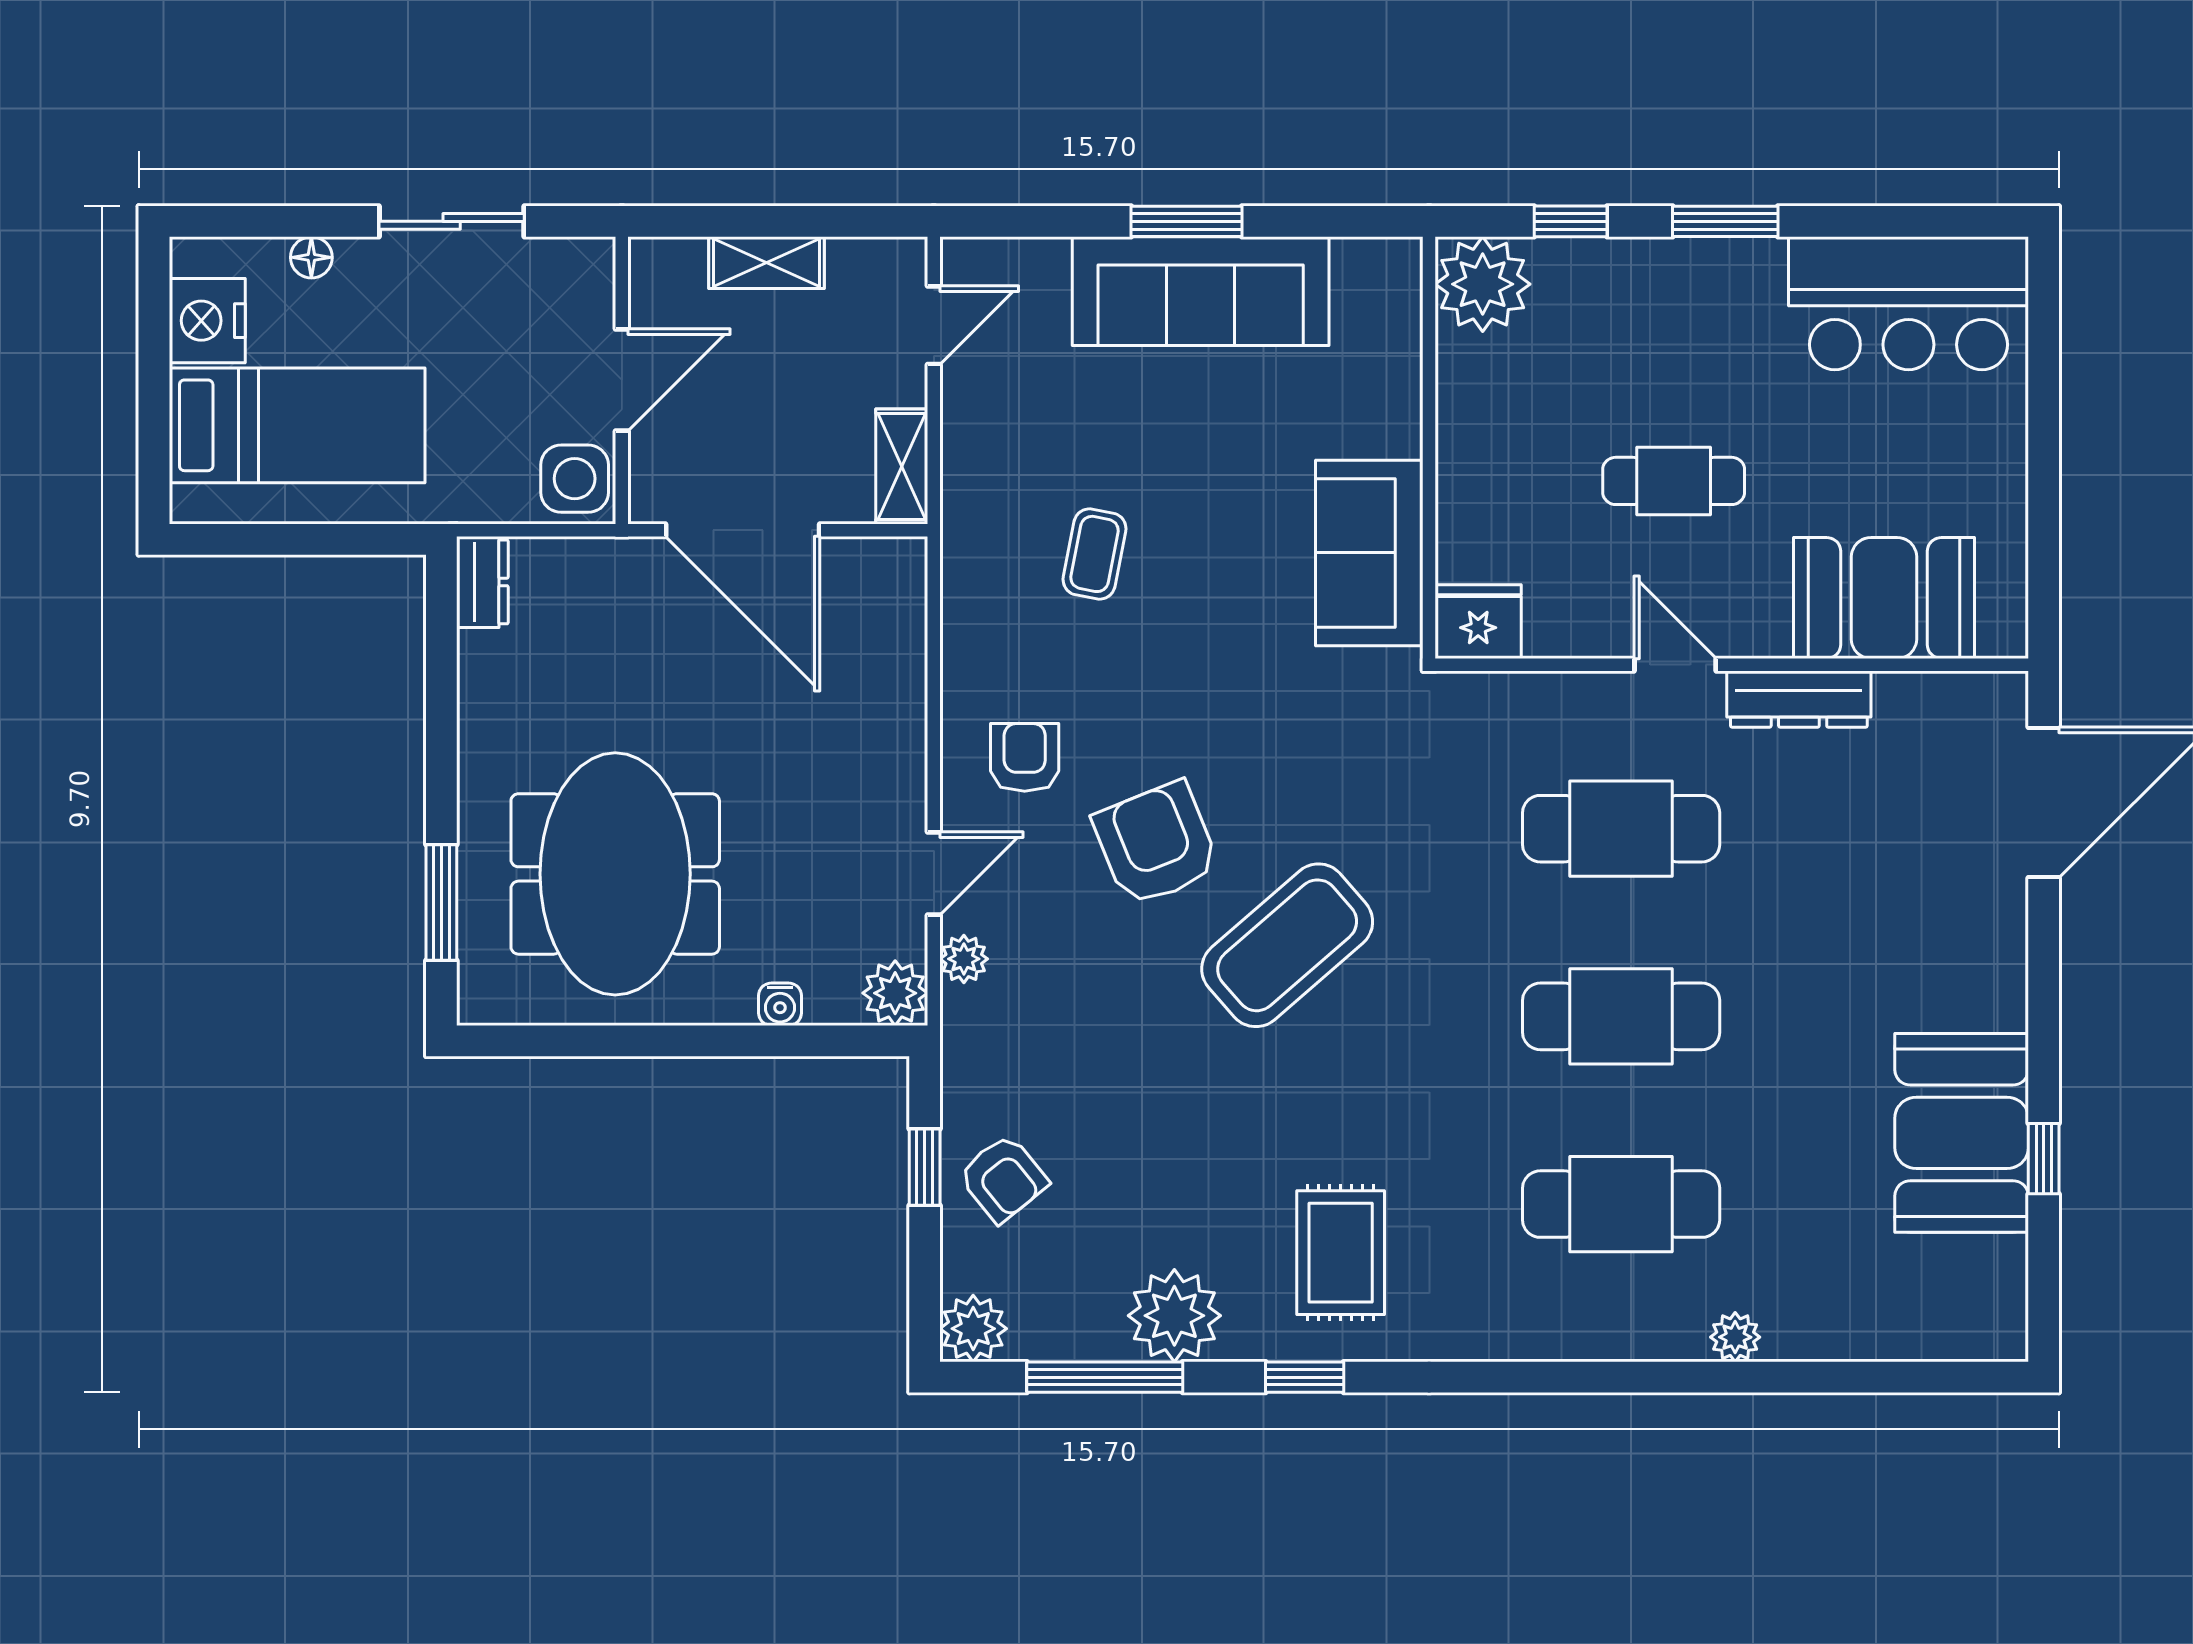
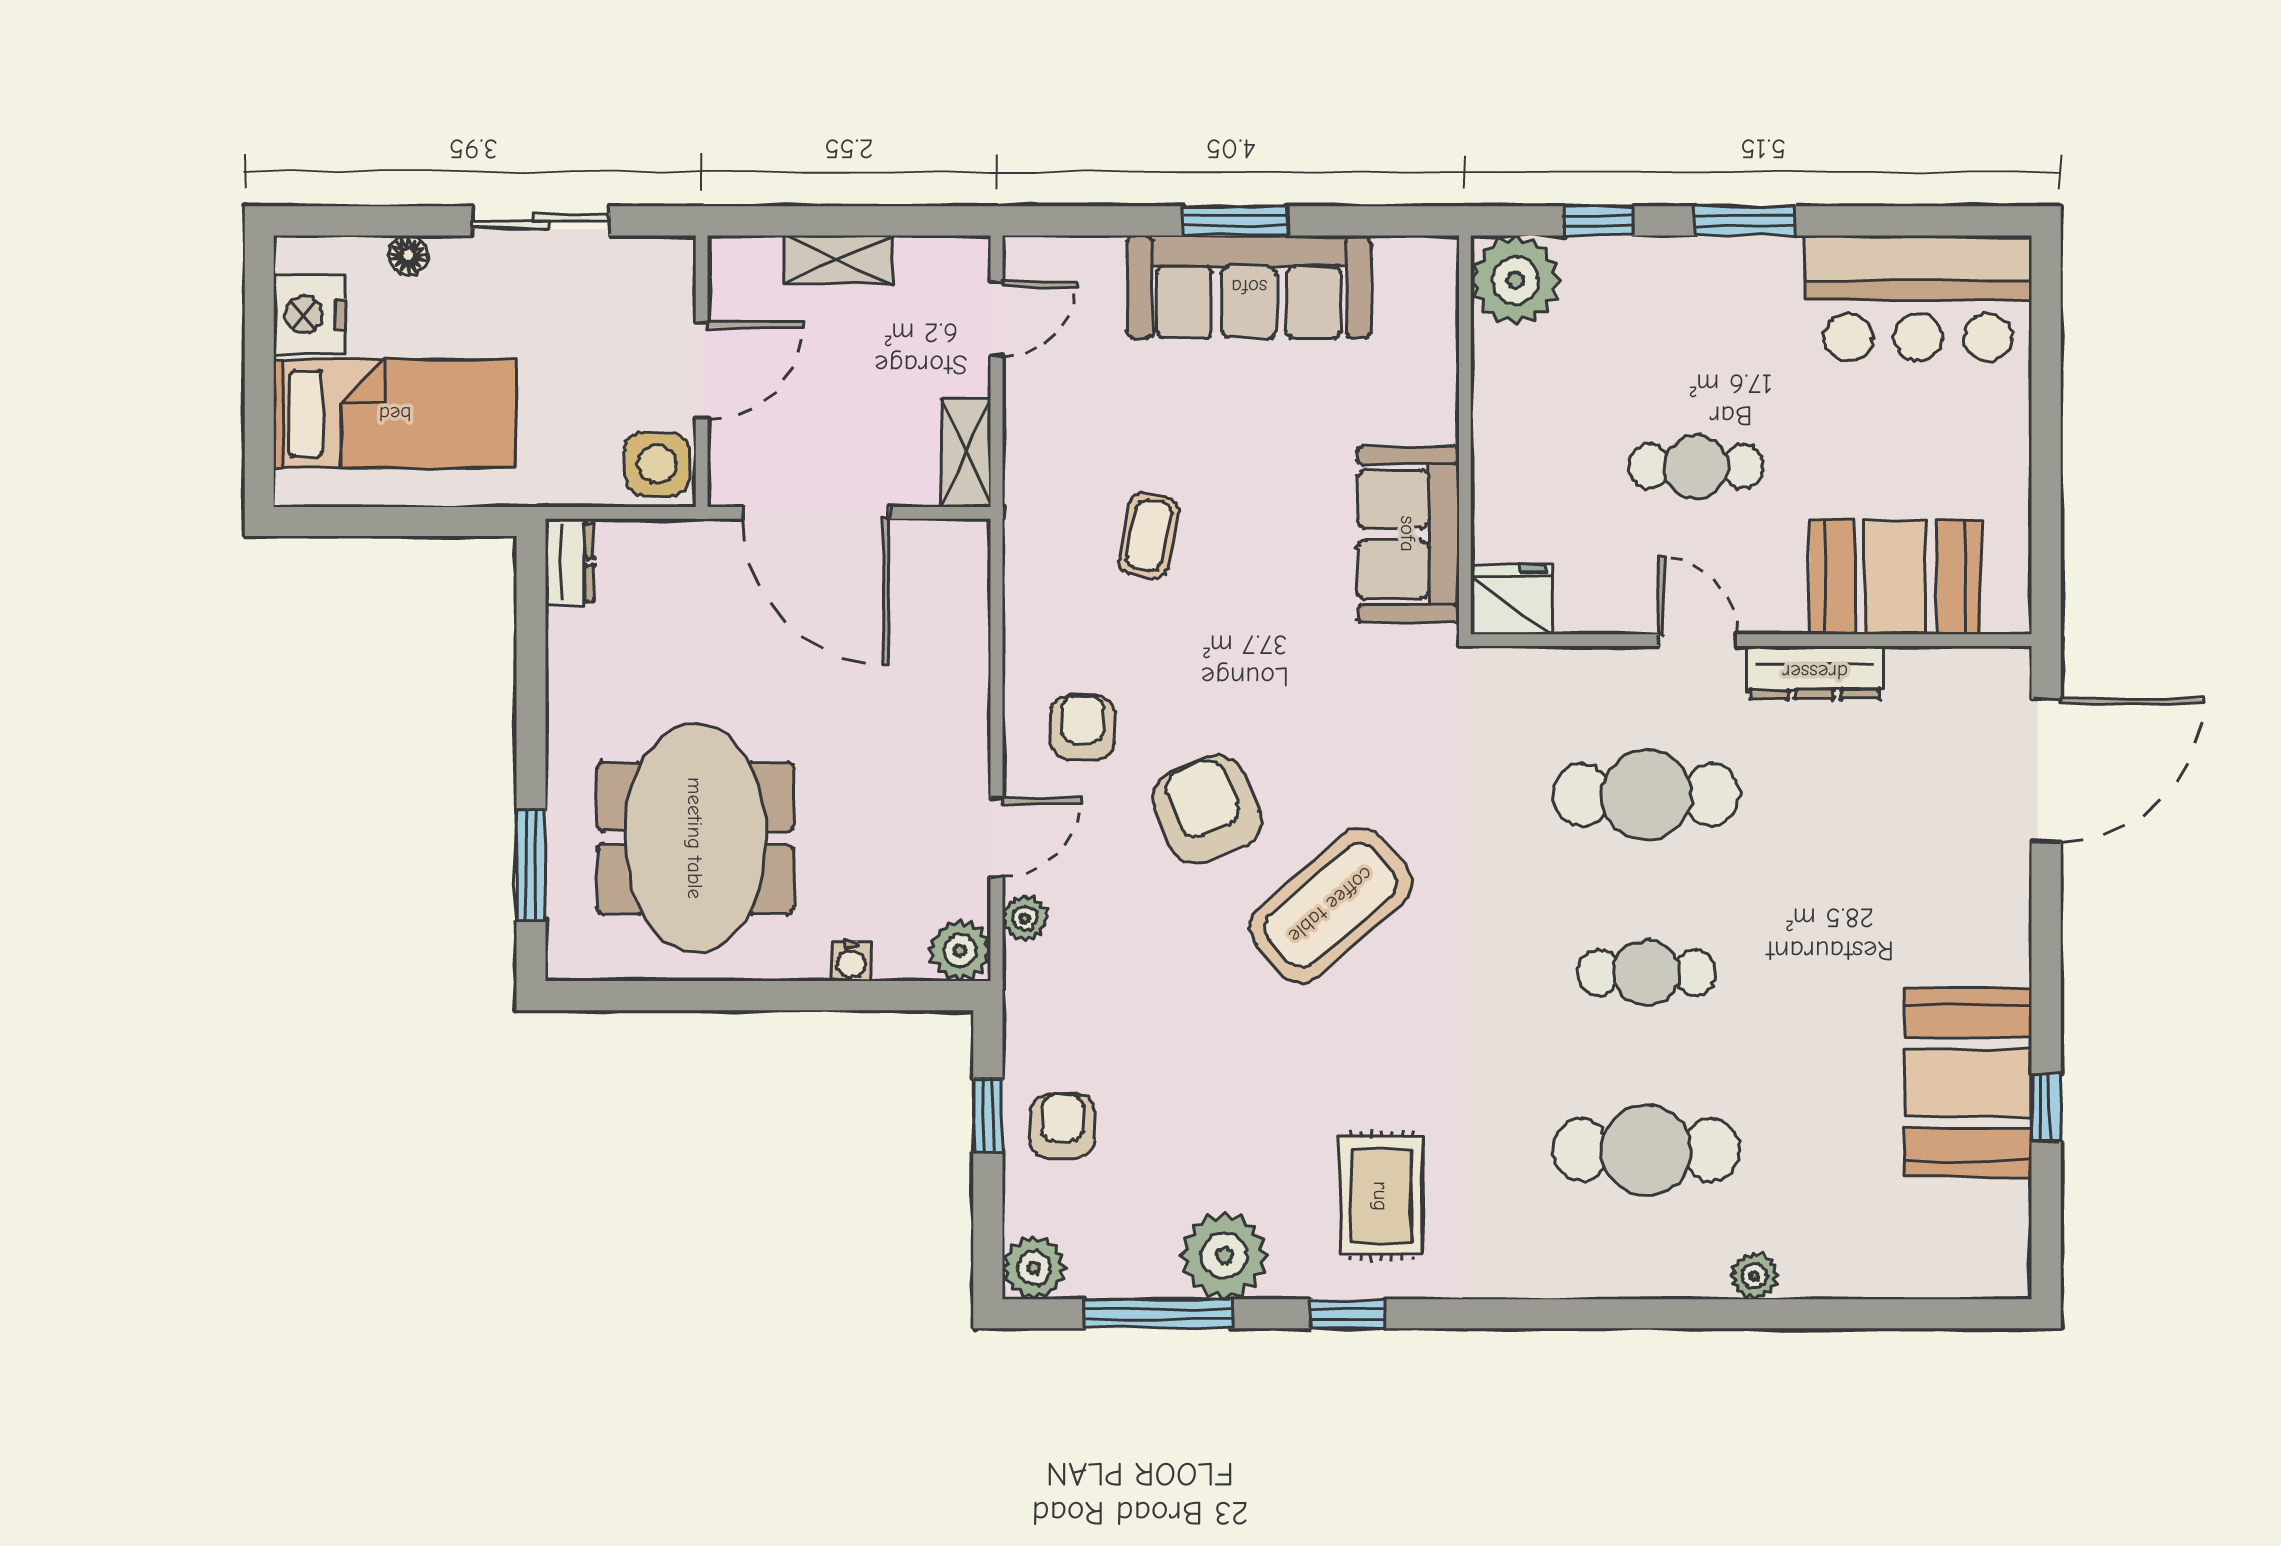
cafe table: (1621, 1016) -> (1646, 973), width x0.73, depth x0.74
armchair: (1003, 1178) -> (1062, 1126), turned -141

